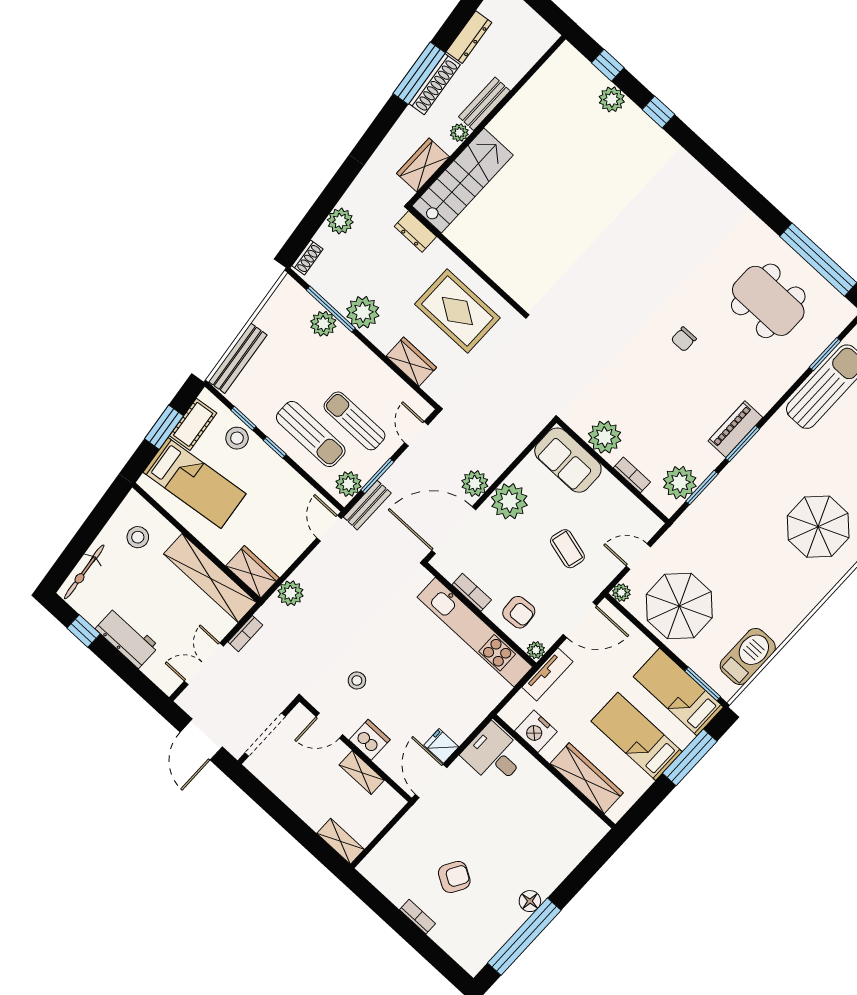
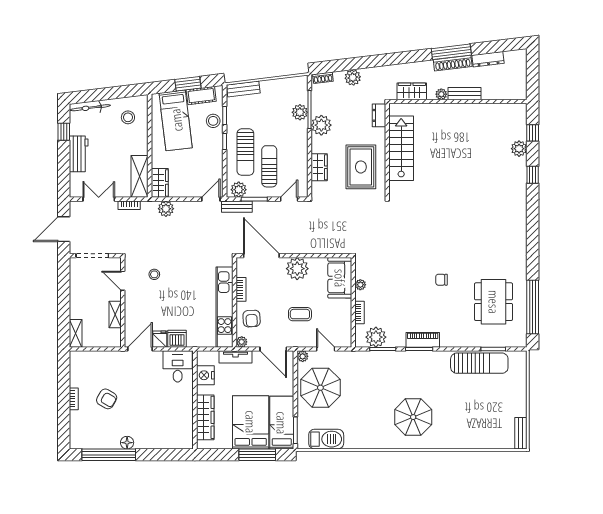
stairs: (463, 181) -> (401, 148), moved, turned -90
bench: (238, 358) -> (243, 89), width x0.73
plant: (605, 437) -> (360, 285), width x0.53, depth x0.53
plant: (475, 483) -> (291, 246), removed
coffee table: (567, 549) -> (300, 314), turned 75
shelving: (210, 578) -> (140, 176), width x0.68
bed: (637, 736) -> (251, 422), width x1.50
dishwasher: (370, 740) -> (177, 339), moved, turned -90

